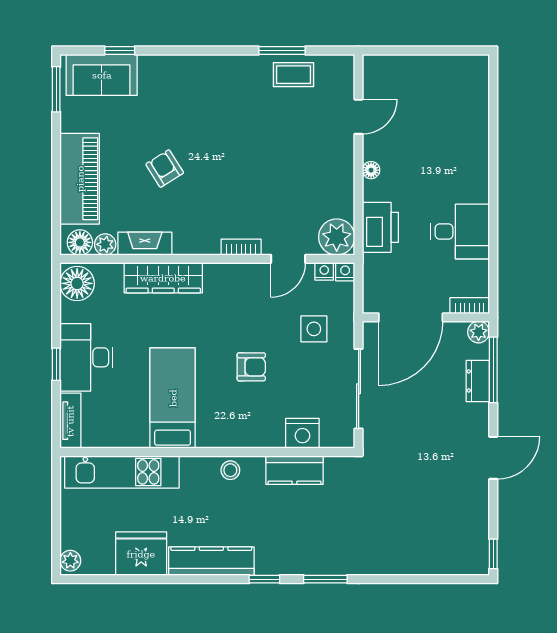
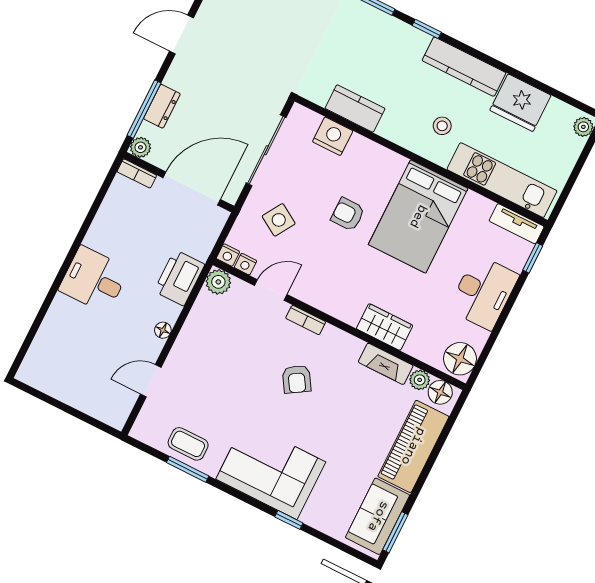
window: (120, 50) -> (289, 520), moved
sofa: (102, 75) -> (378, 516), moved, turned -90
corner sofa: (203, 89) -> (271, 471), added
armchair: (165, 168) -> (297, 379), moved
desk: (460, 231) -> (94, 280), moved
plant: (337, 237) -> (218, 282), width x0.73, depth x0.73
wardrobe: (163, 278) -> (385, 327), width x0.67
side table: (314, 329) -> (279, 220), turned 32
window: (56, 364) -> (533, 258), moved
bed: (173, 398) -> (418, 216), width x1.50
tv unit: (70, 421) -> (517, 224), moved, turned -90
stool: (230, 470) -> (442, 126), moved

